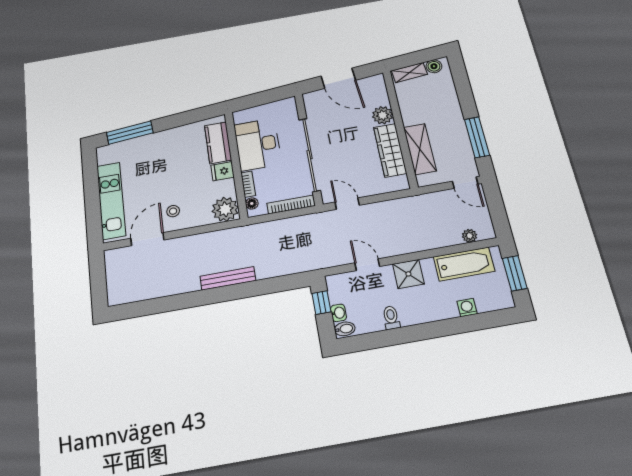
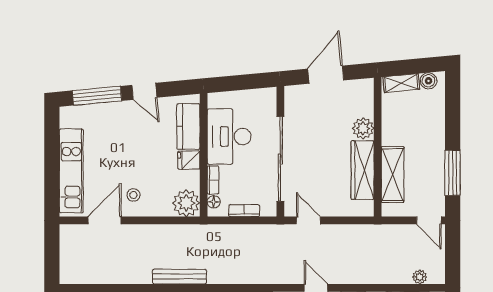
door: (338, 78) -> (326, 75), swing flipped
door: (173, 121) -> (144, 91), added
bookcase: (291, 204) -> (244, 211), width x0.64

